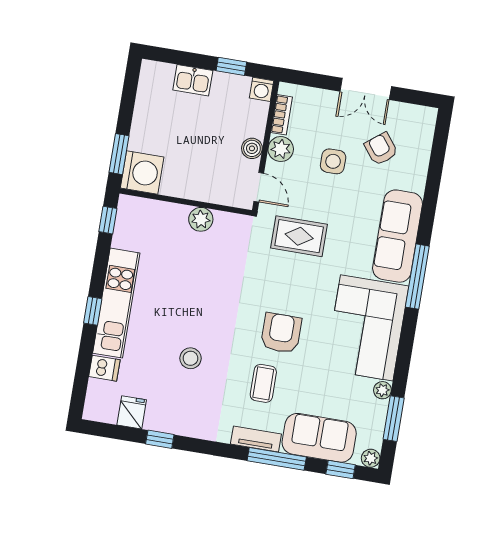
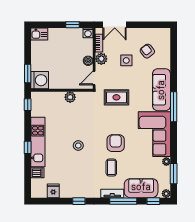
kitchen sink: (193, 80) -> (39, 34), moved
double door: (366, 89) -> (115, 25), moved
door: (259, 187) -> (94, 78), swing flipped
stool: (190, 358) -> (78, 146), moved
window: (160, 439) -> (79, 201), moved

